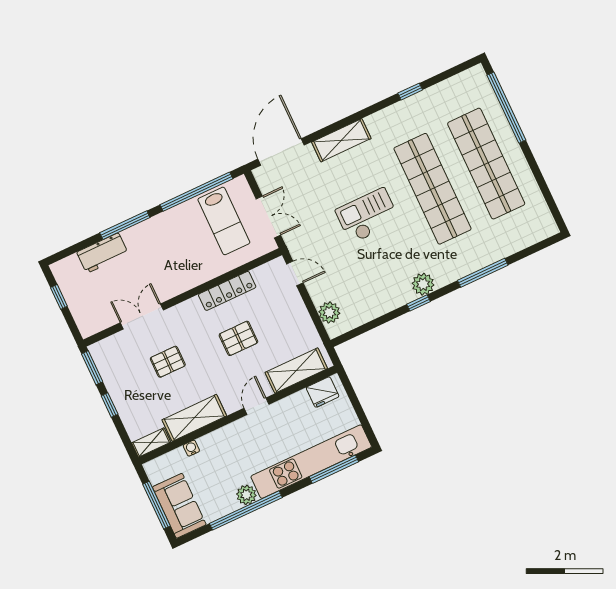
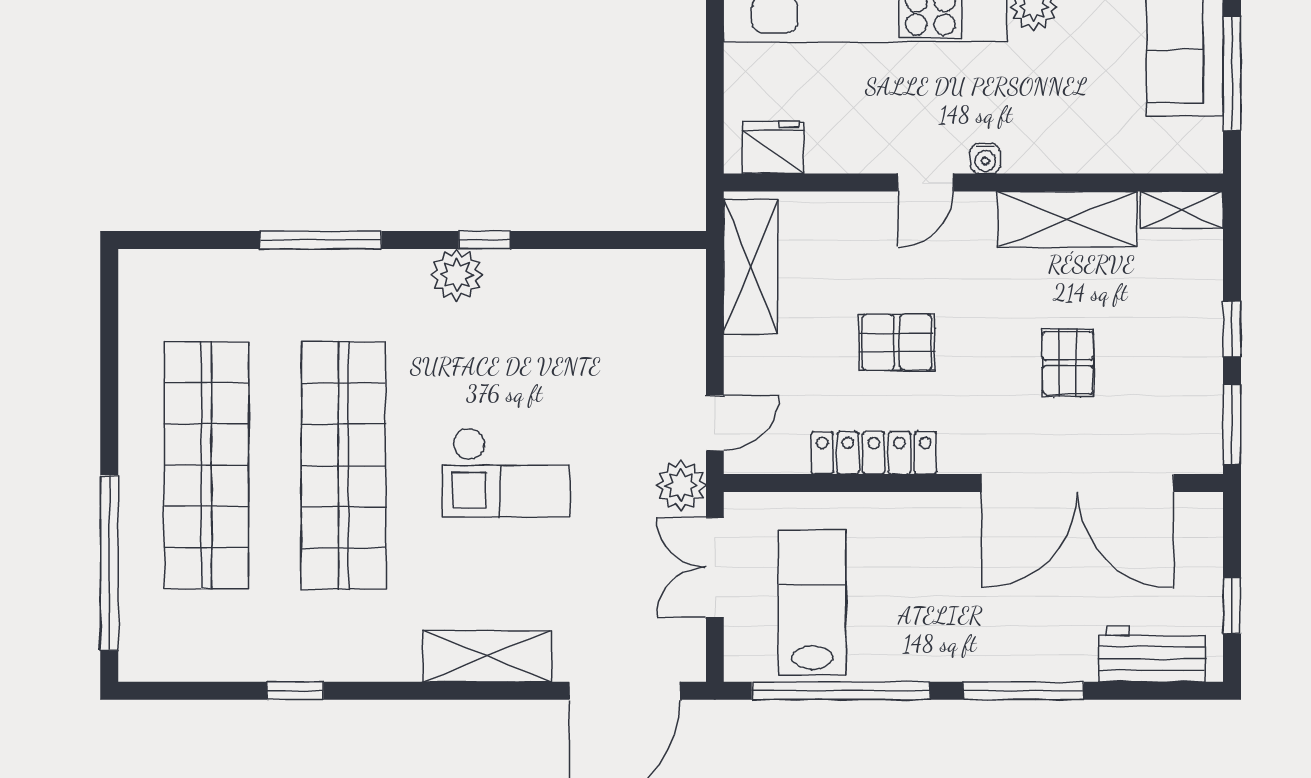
workbench: (102, 253) -> (1152, 654), moved
door: (295, 273) -> (715, 423), swing flipped
plant: (329, 312) -> (681, 486), moved
double door: (142, 316) -> (1077, 483), width x1.87
pallet: (168, 362) -> (1068, 363), turned 90
shelving: (296, 371) -> (751, 267), moved, turned 90
water cooler: (191, 448) -> (985, 159), moved

